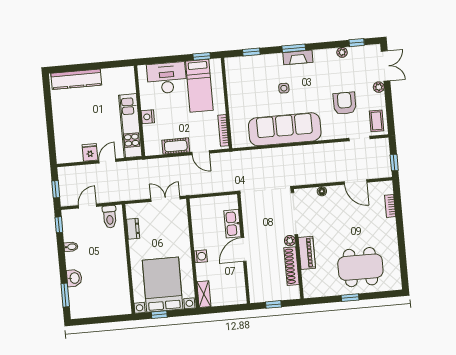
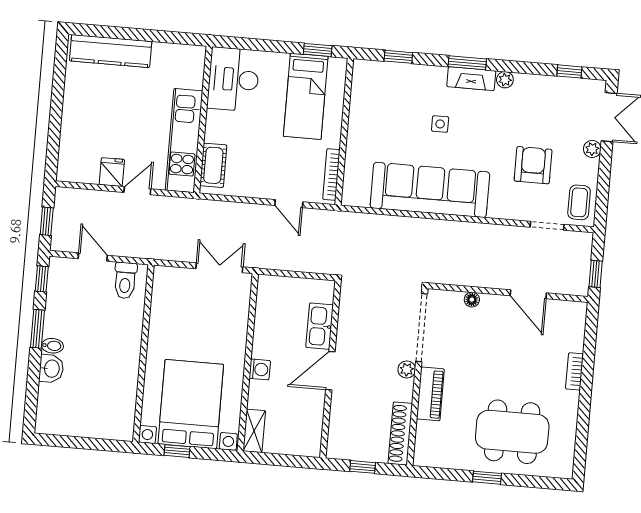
plant: (342, 52) -> (505, 80), moved
desk: (167, 78) -> (233, 79), moved, turned -90
nightstand: (148, 117) -> (214, 131), removed
cot: (176, 146) -> (213, 165), moved, turned 90
door: (87, 206) -> (93, 257), hinge flipped
bookcase: (390, 206) -> (574, 371), moved
dresser: (133, 229) -> (159, 306), removed
bidet: (71, 247) -> (52, 346), moved
shoe rack: (292, 266) -> (400, 434), moved
window: (65, 295) -> (37, 329), moved

